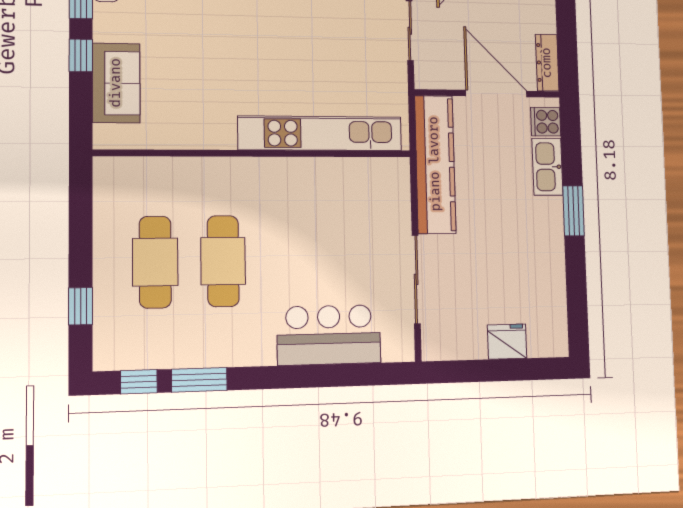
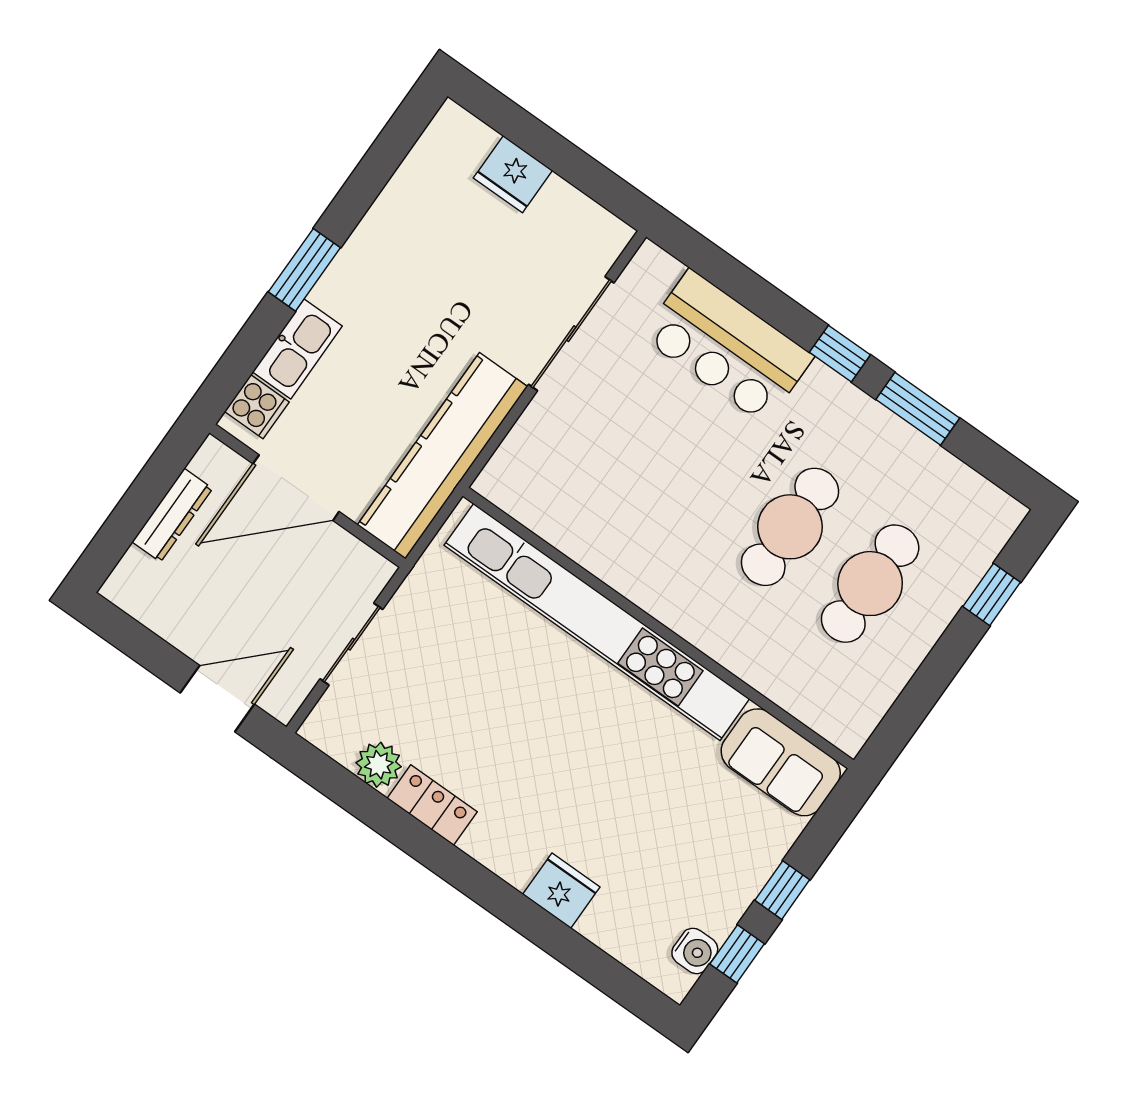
dresser: (547, 63) -> (172, 515), moved
sofa: (116, 83) -> (781, 762), moved, turned -90
door: (496, 93) -> (296, 488), hinge flipped
kitchen unit: (320, 133) -> (597, 622), width x1.36
window: (139, 382) -> (840, 354), moved

